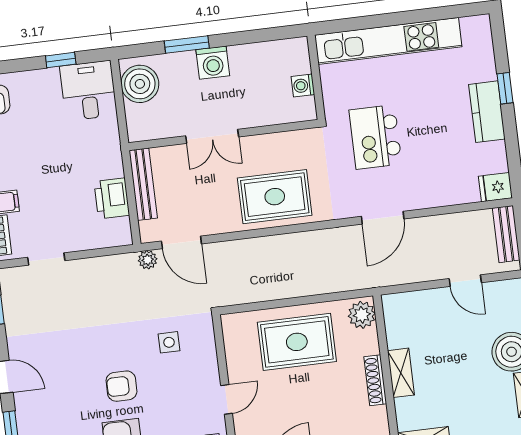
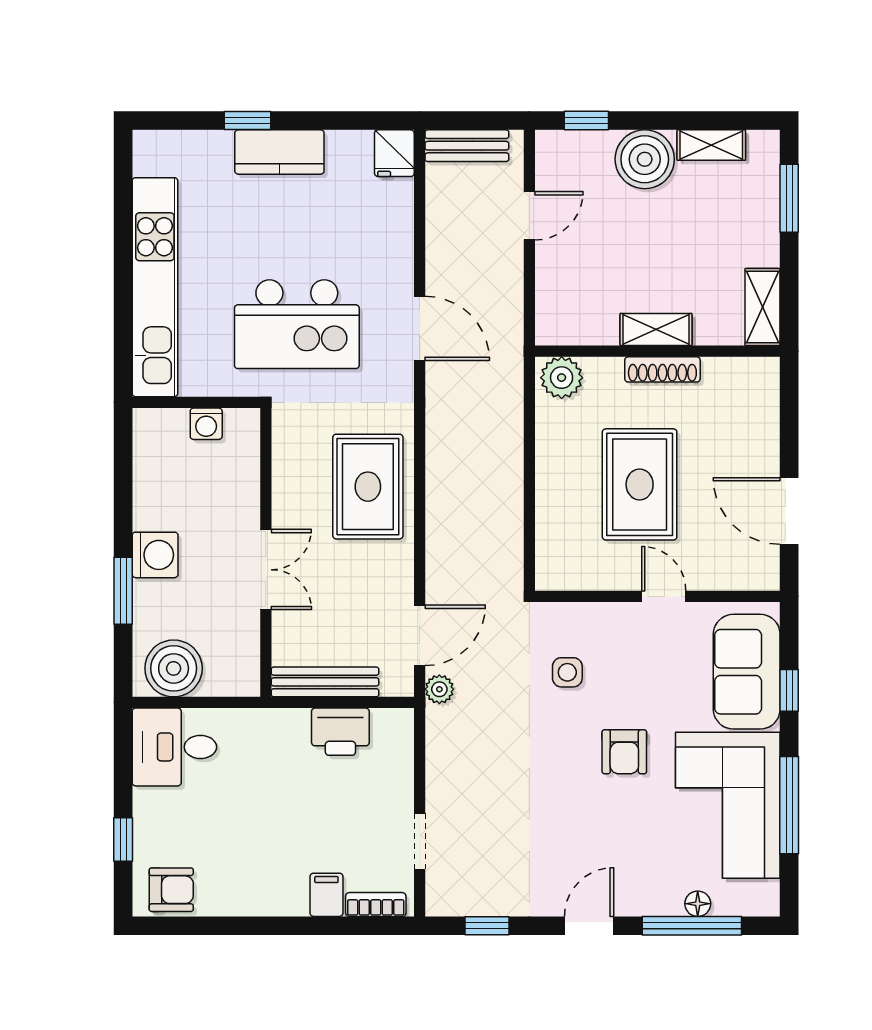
window: (61, 60) -> (123, 840), moved
kitchen island: (375, 137) -> (297, 324), width x1.37, depth x1.28
rug: (297, 342) -> (640, 484), moved

